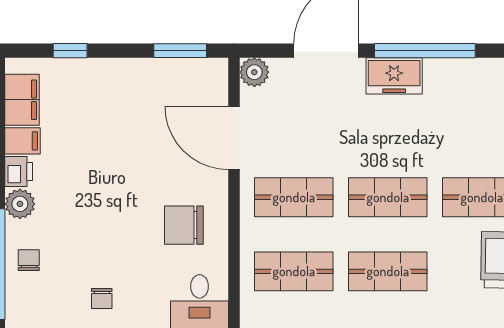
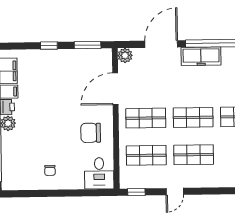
window: (70, 51) -> (49, 46), moved
freezer: (394, 76) -> (201, 56), width x1.40
door: (234, 138) -> (115, 89), hinge flipped
chair: (29, 260) -> (13, 152), removed

